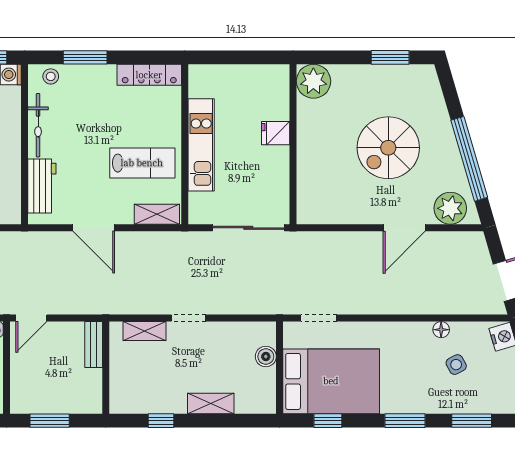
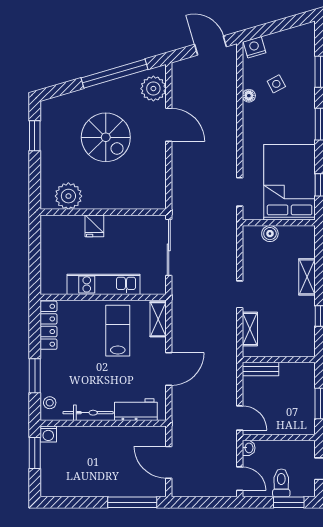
plant: (313, 81) -> (68, 196), moved

